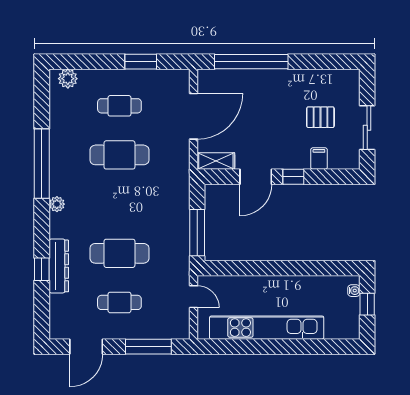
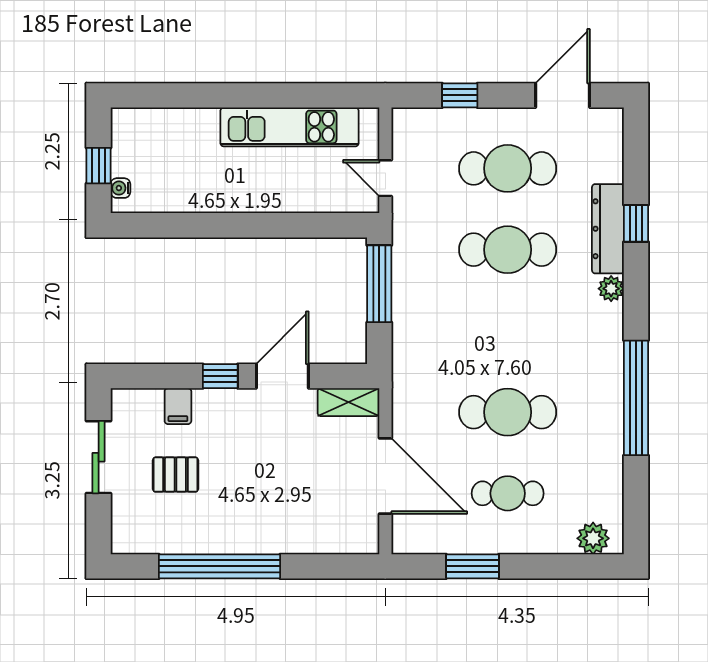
window: (251, 62) -> (220, 566), moved
door: (193, 116) -> (385, 476), swing flipped
plant: (57, 204) -> (611, 289), moved
cafe table: (119, 302) -> (508, 168), width x1.37, depth x1.35
kitchen unit: (267, 328) -> (290, 127), width x0.73
window: (148, 347) -> (460, 95), width x0.46

